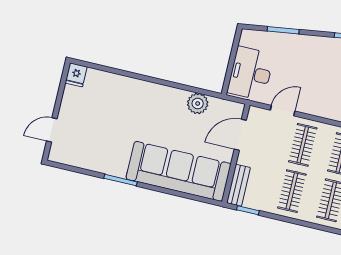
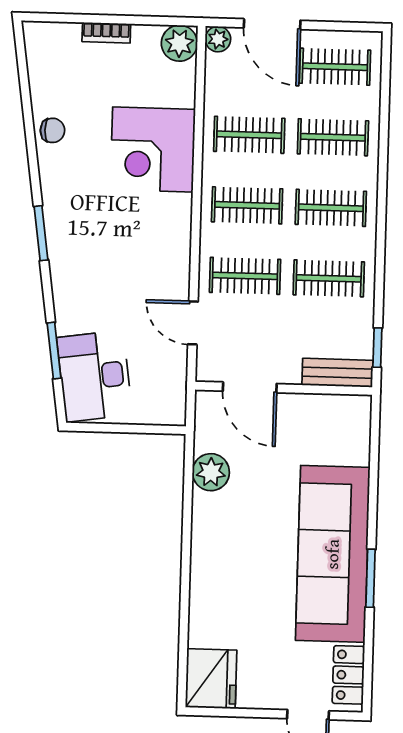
desk: (251, 73) -> (94, 376), moved, turned 82
fridge: (76, 75) -> (211, 679), width x1.88, depth x1.34
locker: (69, 157) -> (348, 675), added
sofa: (178, 171) -> (333, 554), moved

